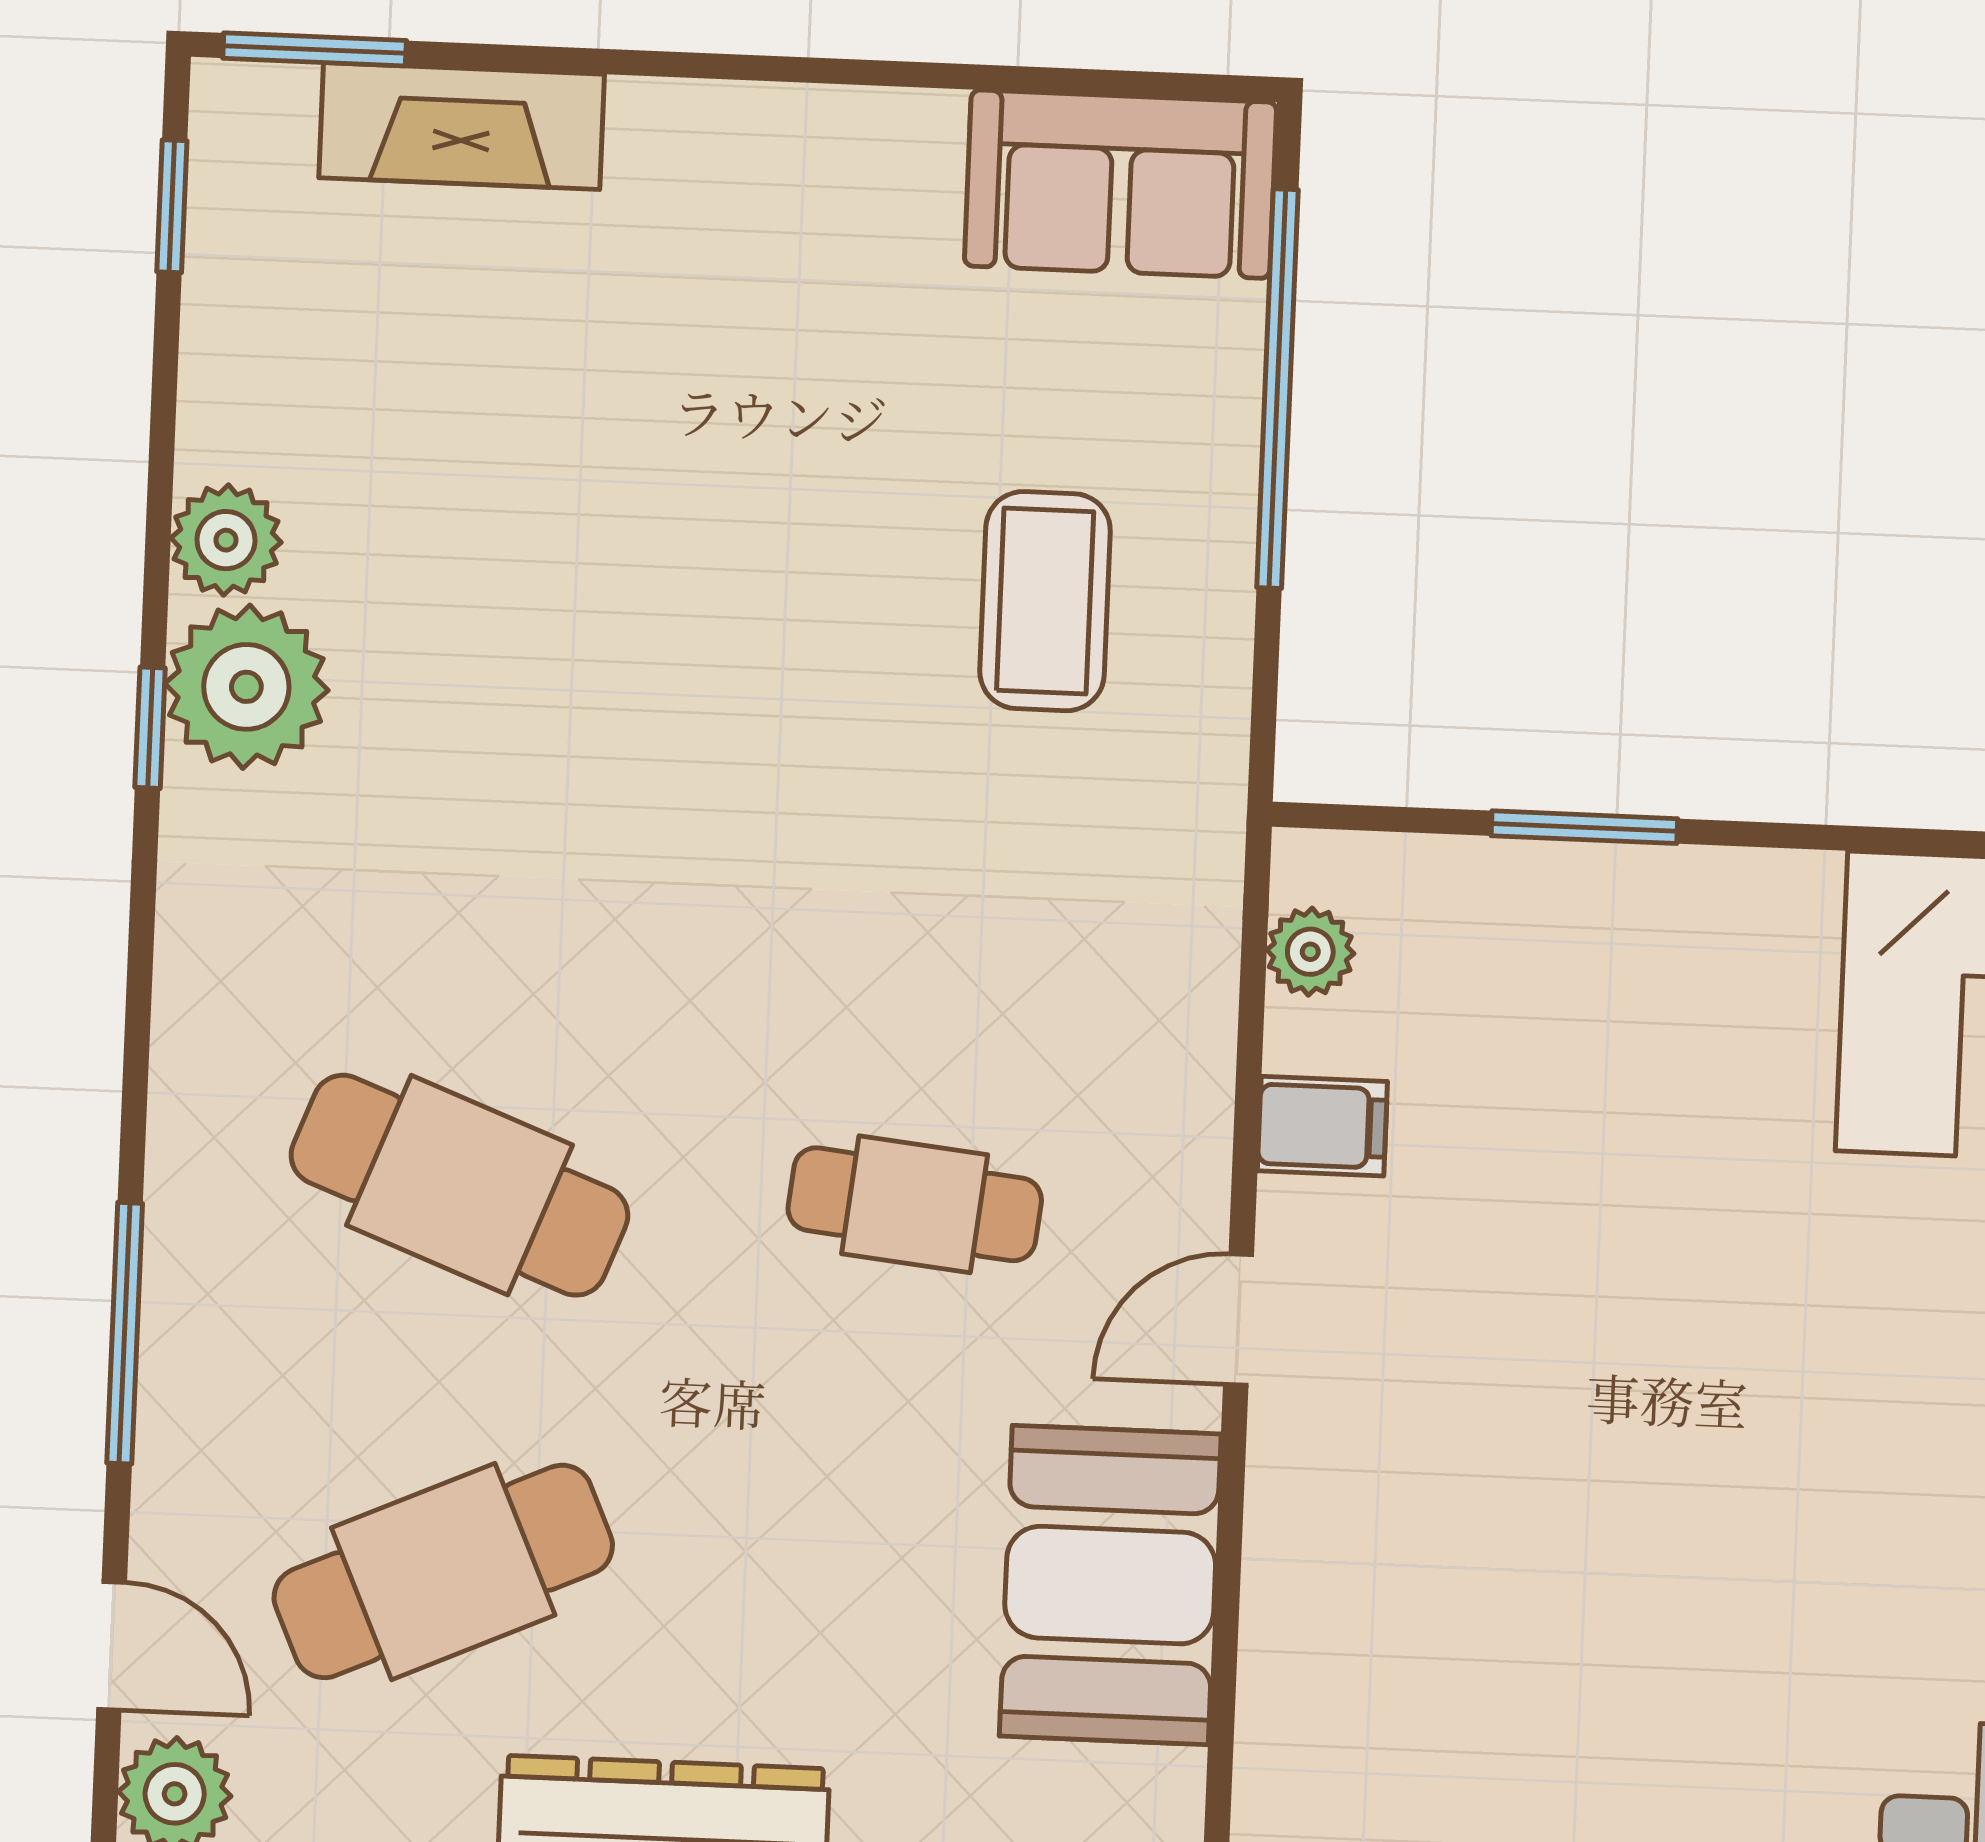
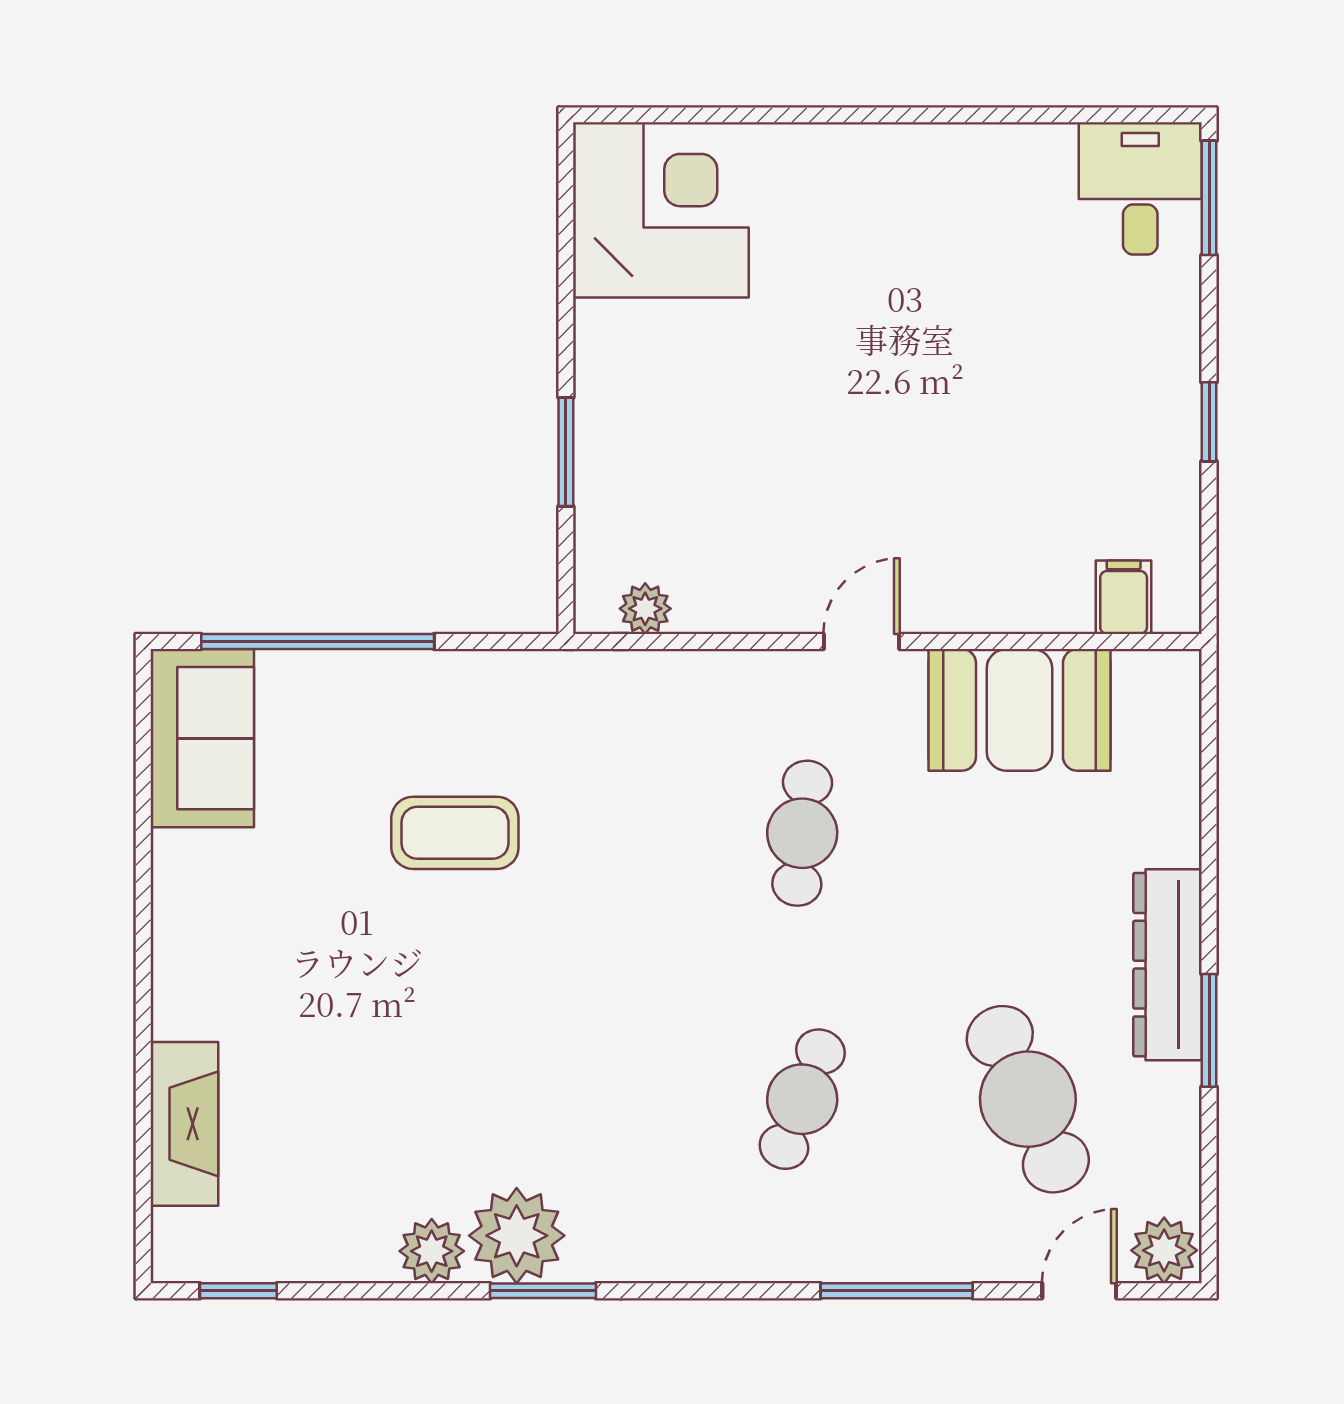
window: (315, 49) -> (143, 1211), removed
coffee table: (1045, 601) -> (455, 833), moved
window: (150, 728) -> (543, 1291), width x1.50
filing cabinet: (1322, 1126) -> (1124, 597), moved
cafe table: (459, 1185) -> (802, 1099), width x0.73, depth x0.74
door: (1238, 1320) -> (861, 642), swing flipped

